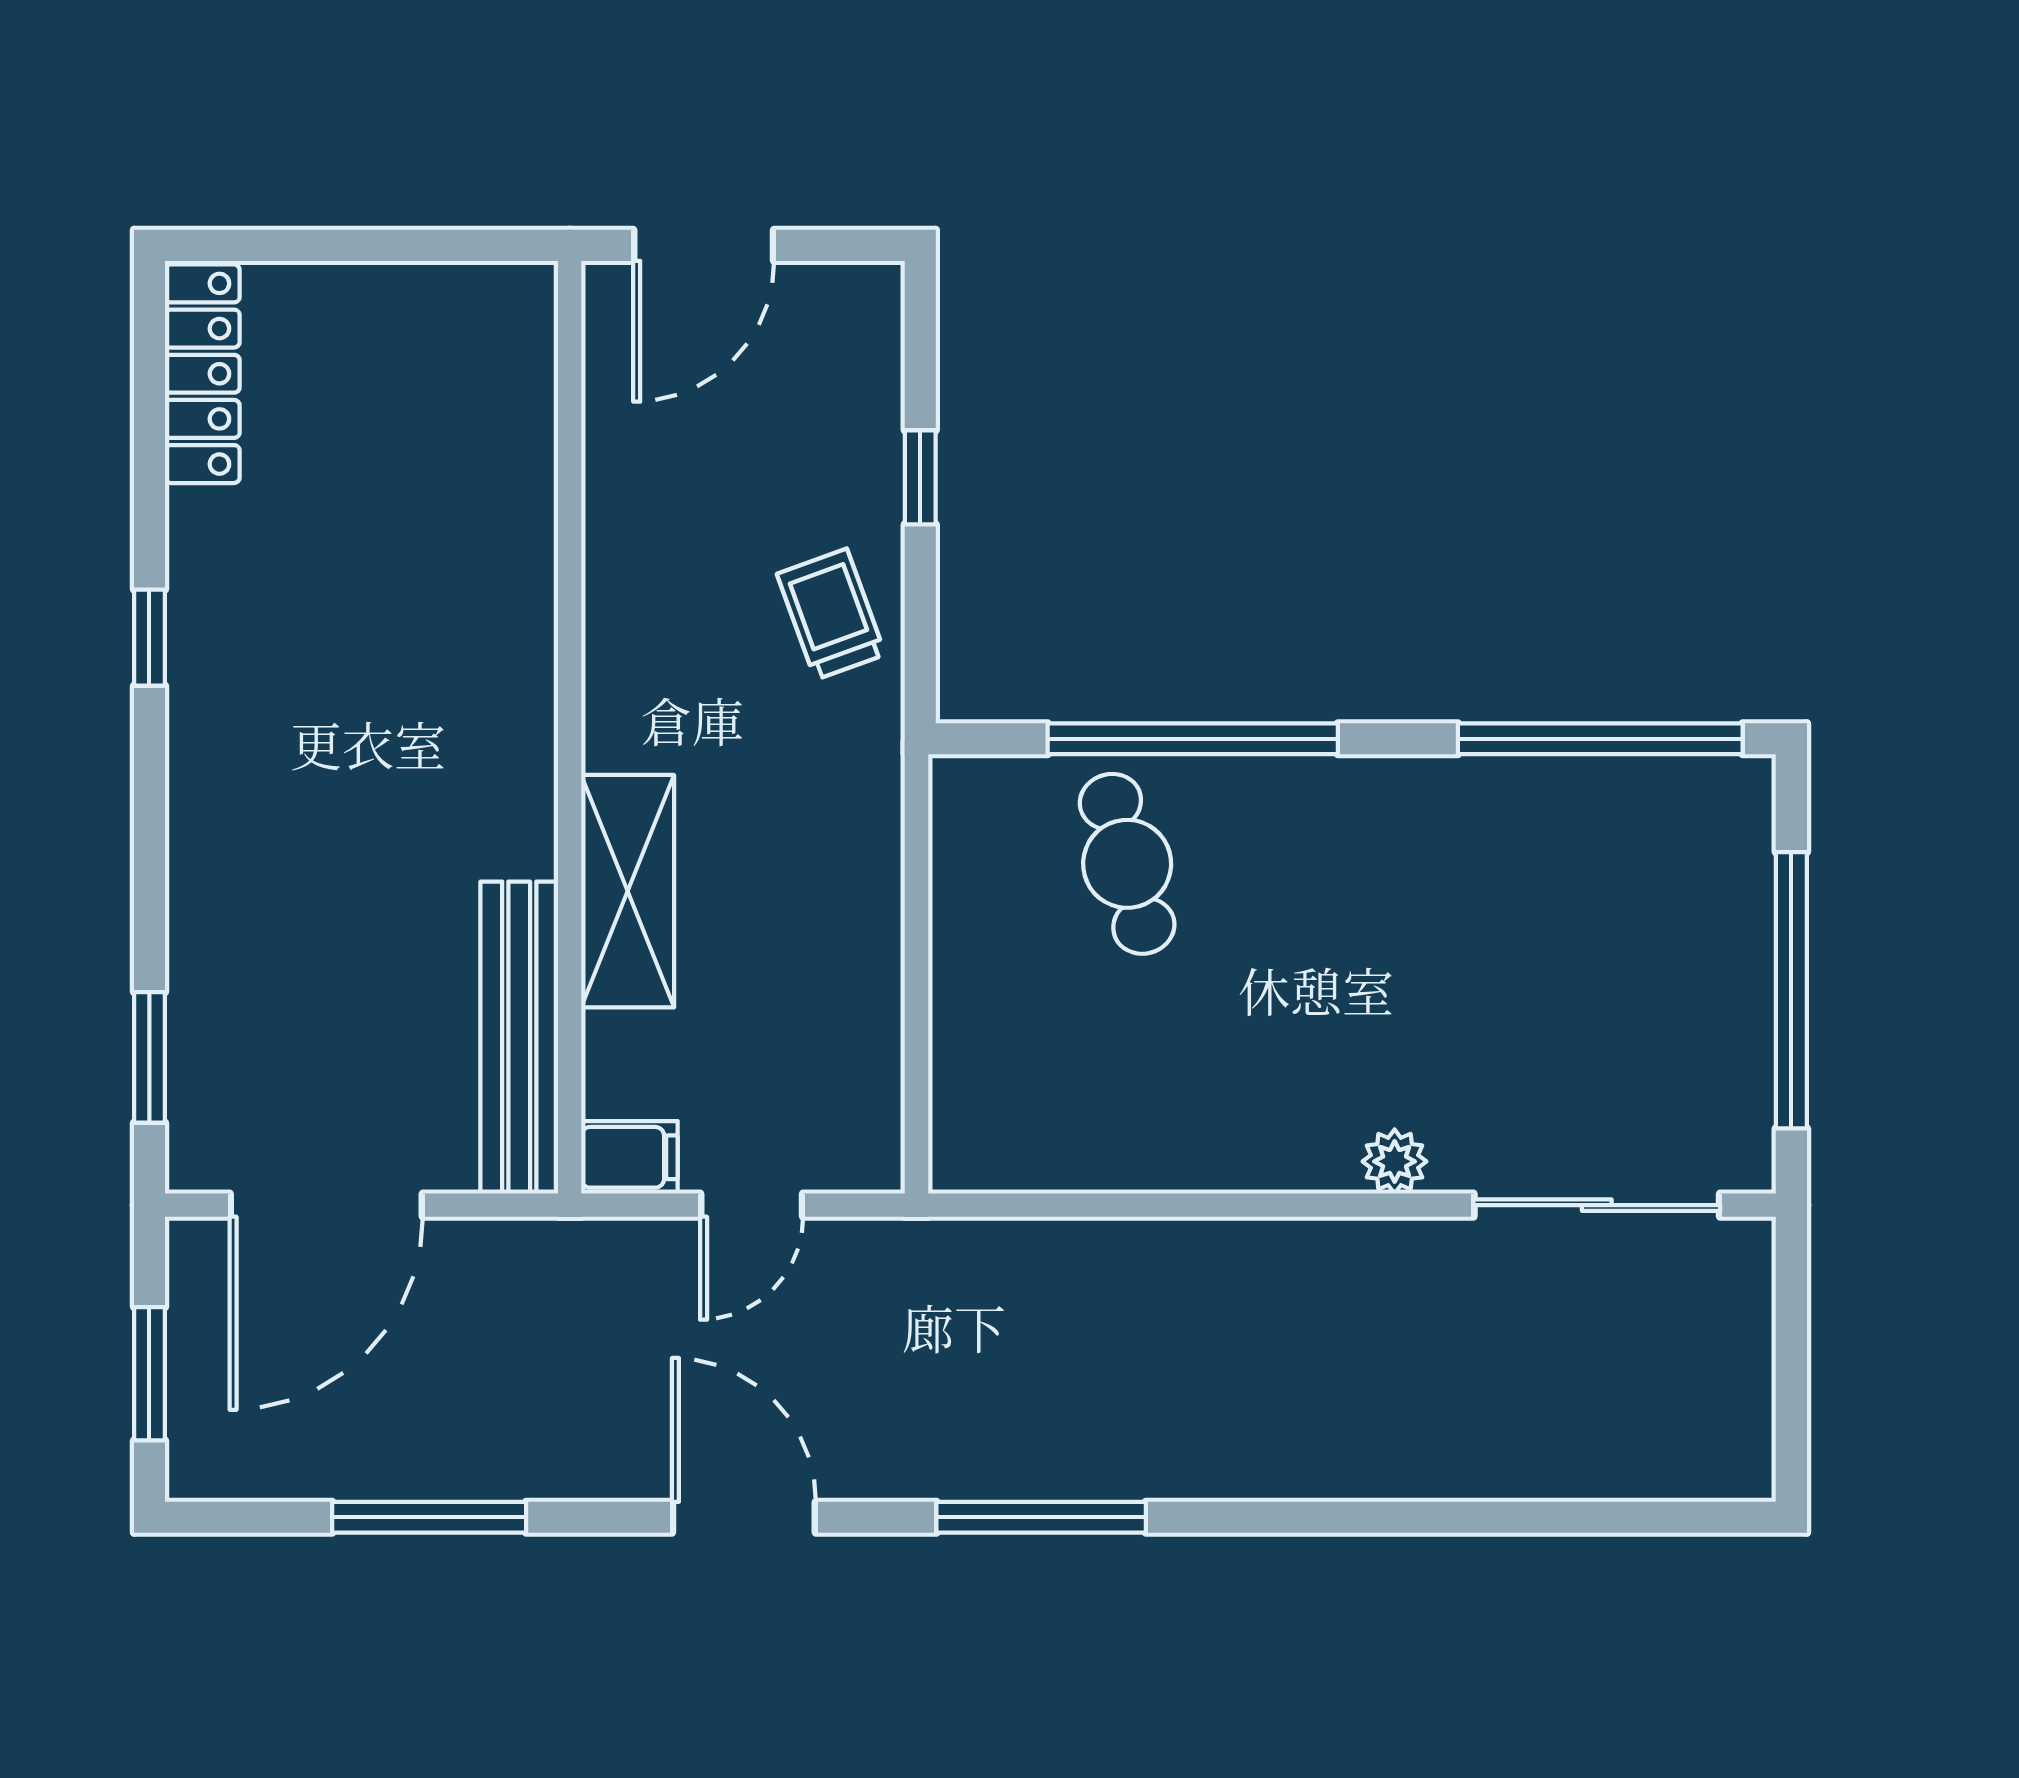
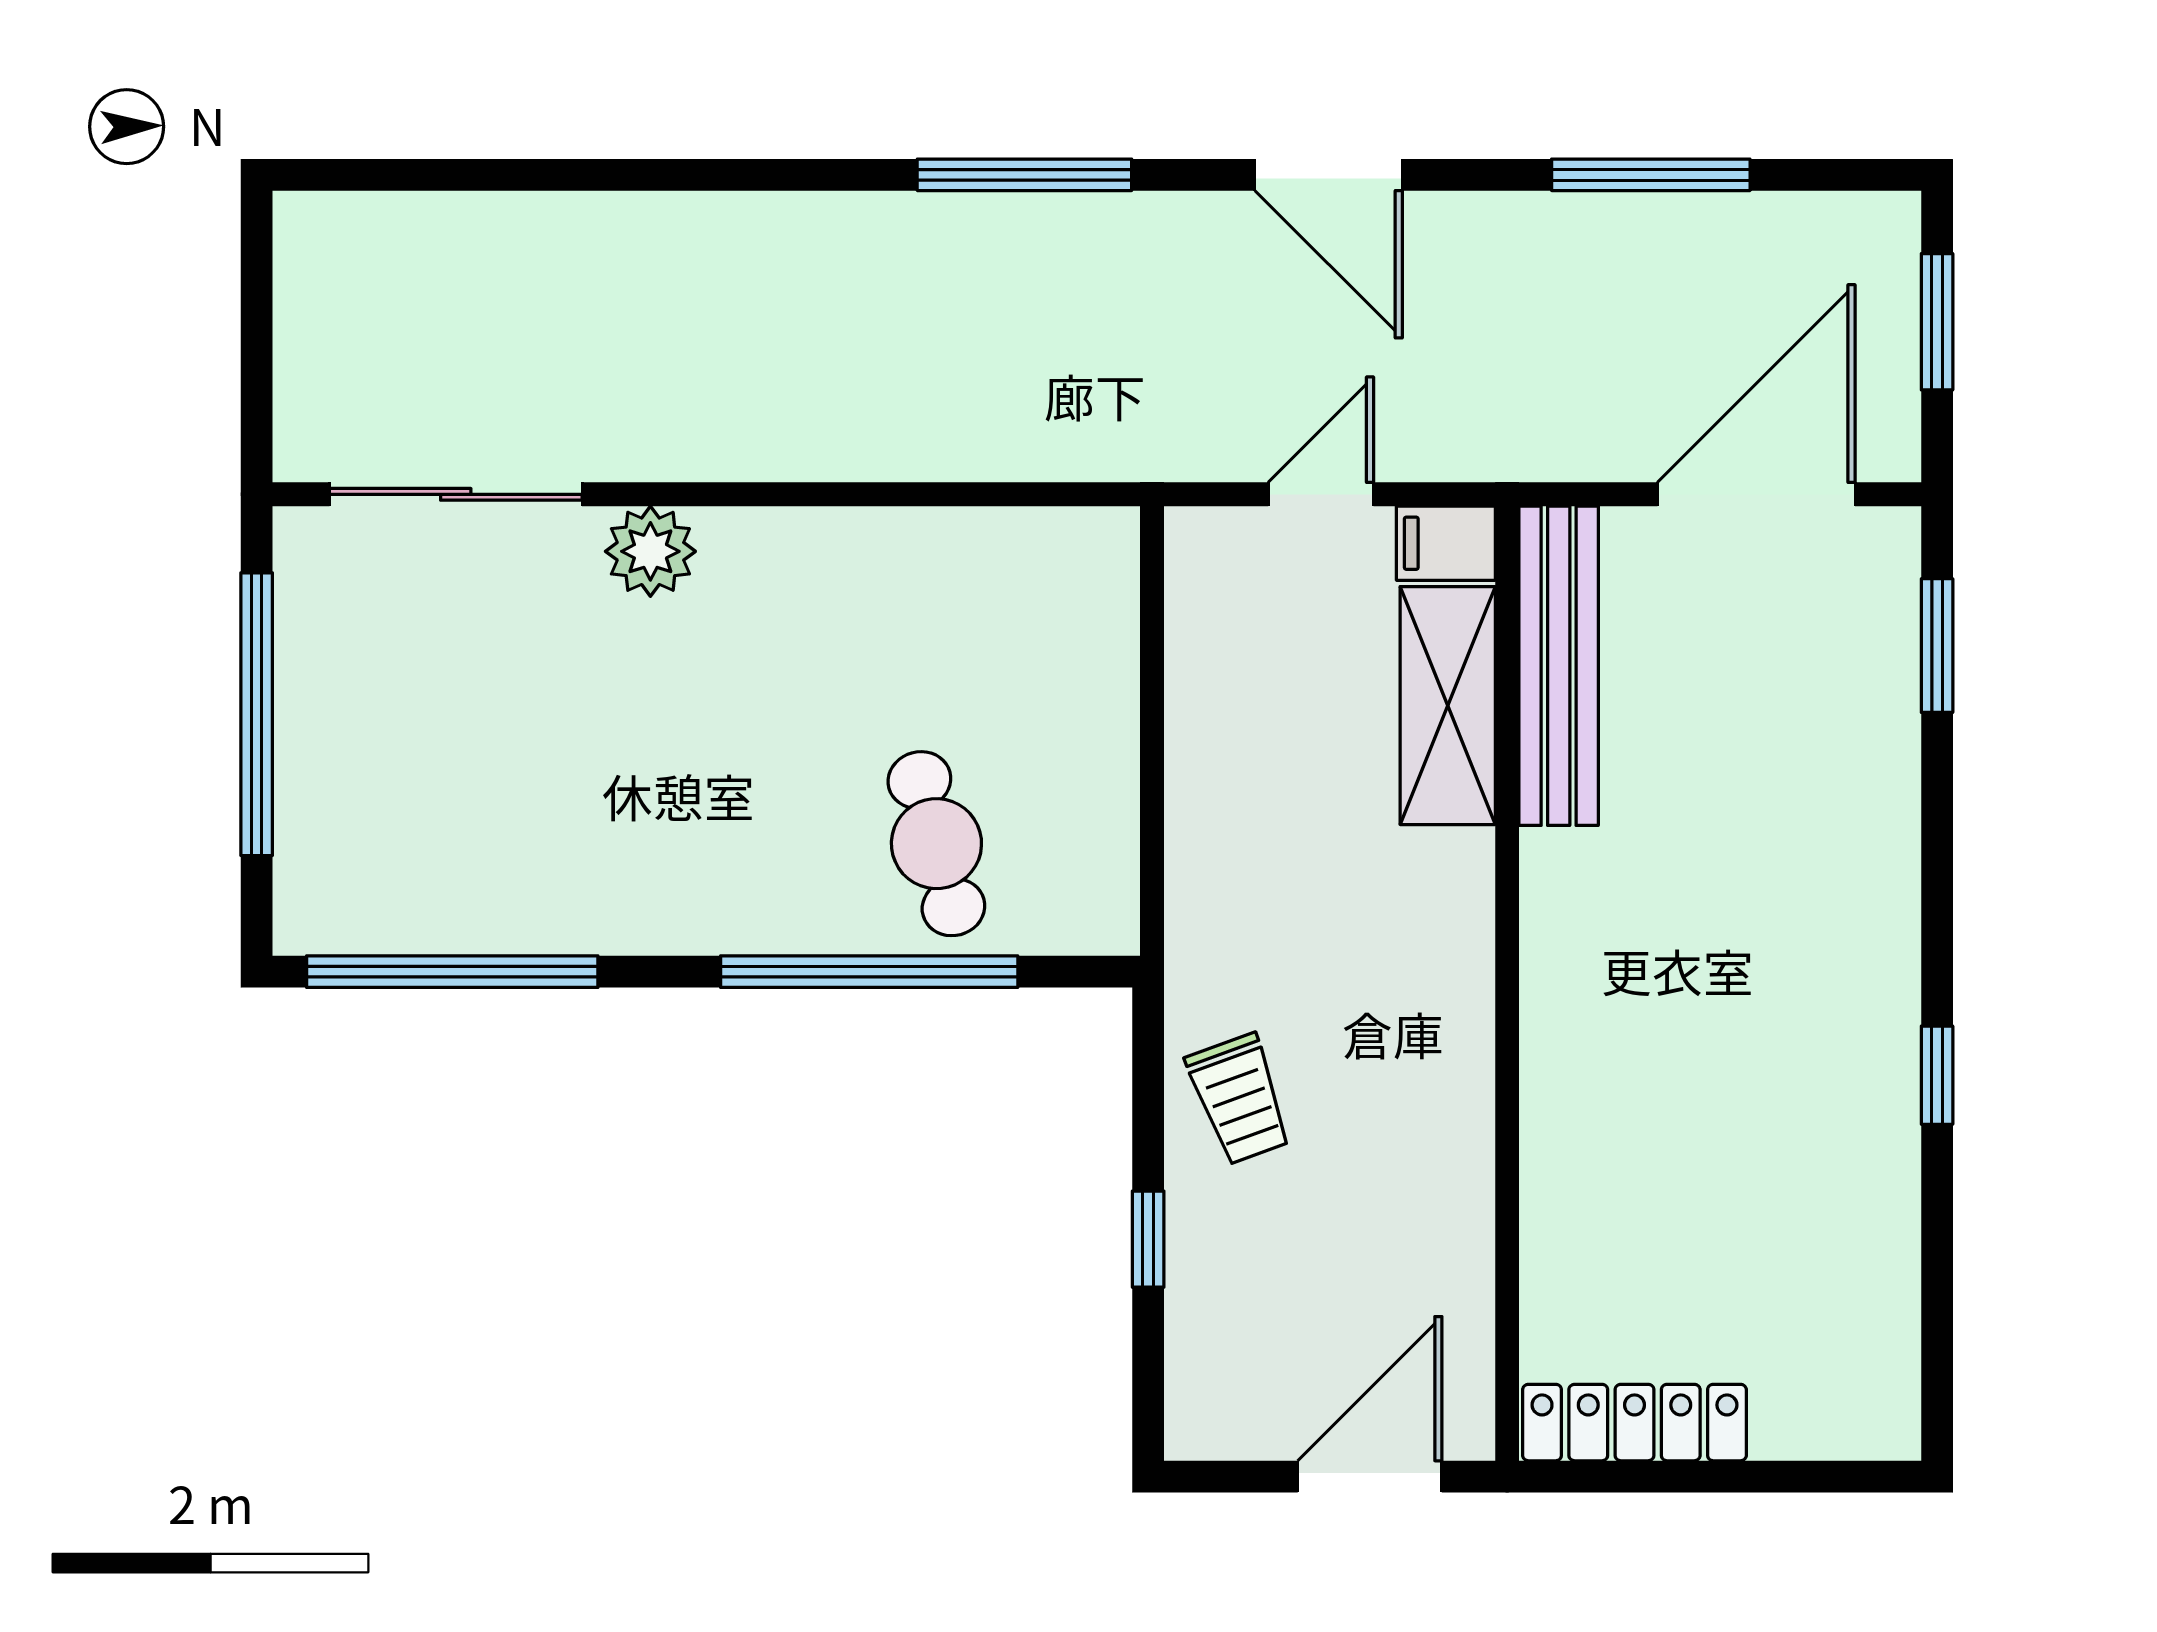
locker: (202, 374) -> (1634, 1423), moved, turned 90
shelving: (628, 891) -> (1448, 706), moved
plant: (1395, 1161) -> (650, 551), width x1.38, depth x1.38

